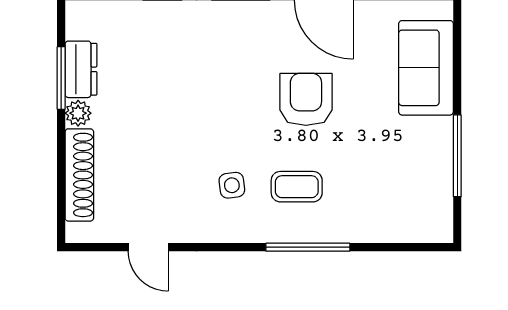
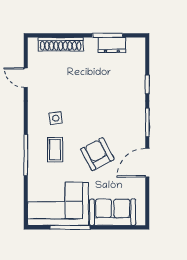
armchair: (306, 99) -> (97, 154), turned -118
plant: (78, 113) -> (91, 44), removed
corner sofa: (409, 180) -> (58, 204), added
door: (148, 247) -> (26, 78), hinge flipped

